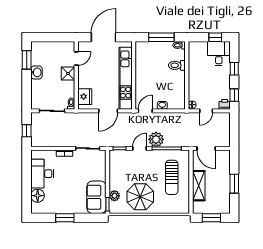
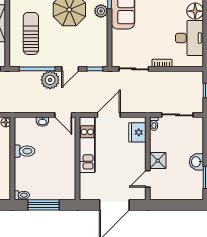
toilet: (177, 65) -> (24, 151), moved
kitchen unit: (126, 78) -> (87, 145), width x0.73
door: (145, 111) -> (63, 115), hinge flipped

